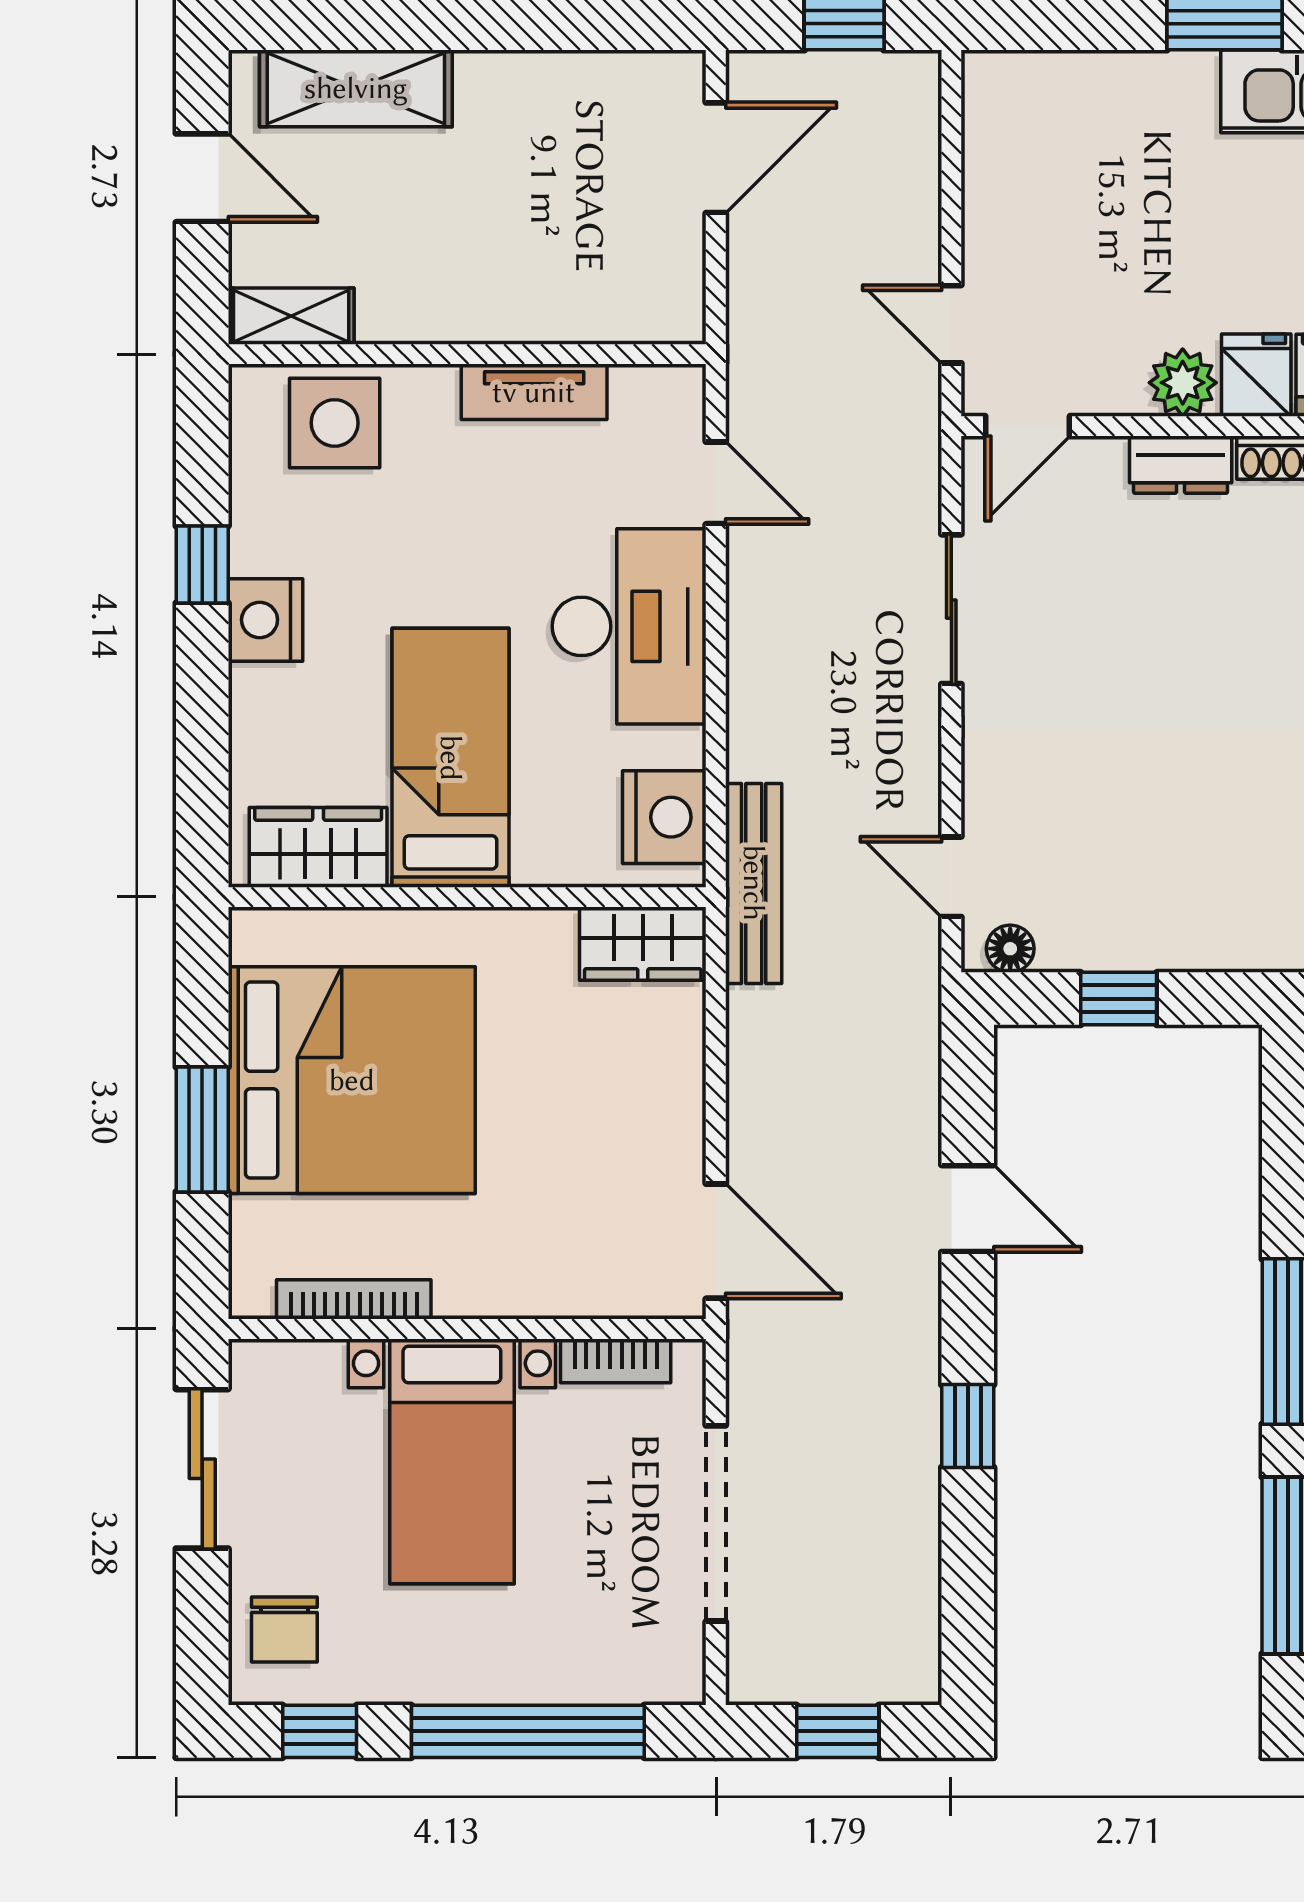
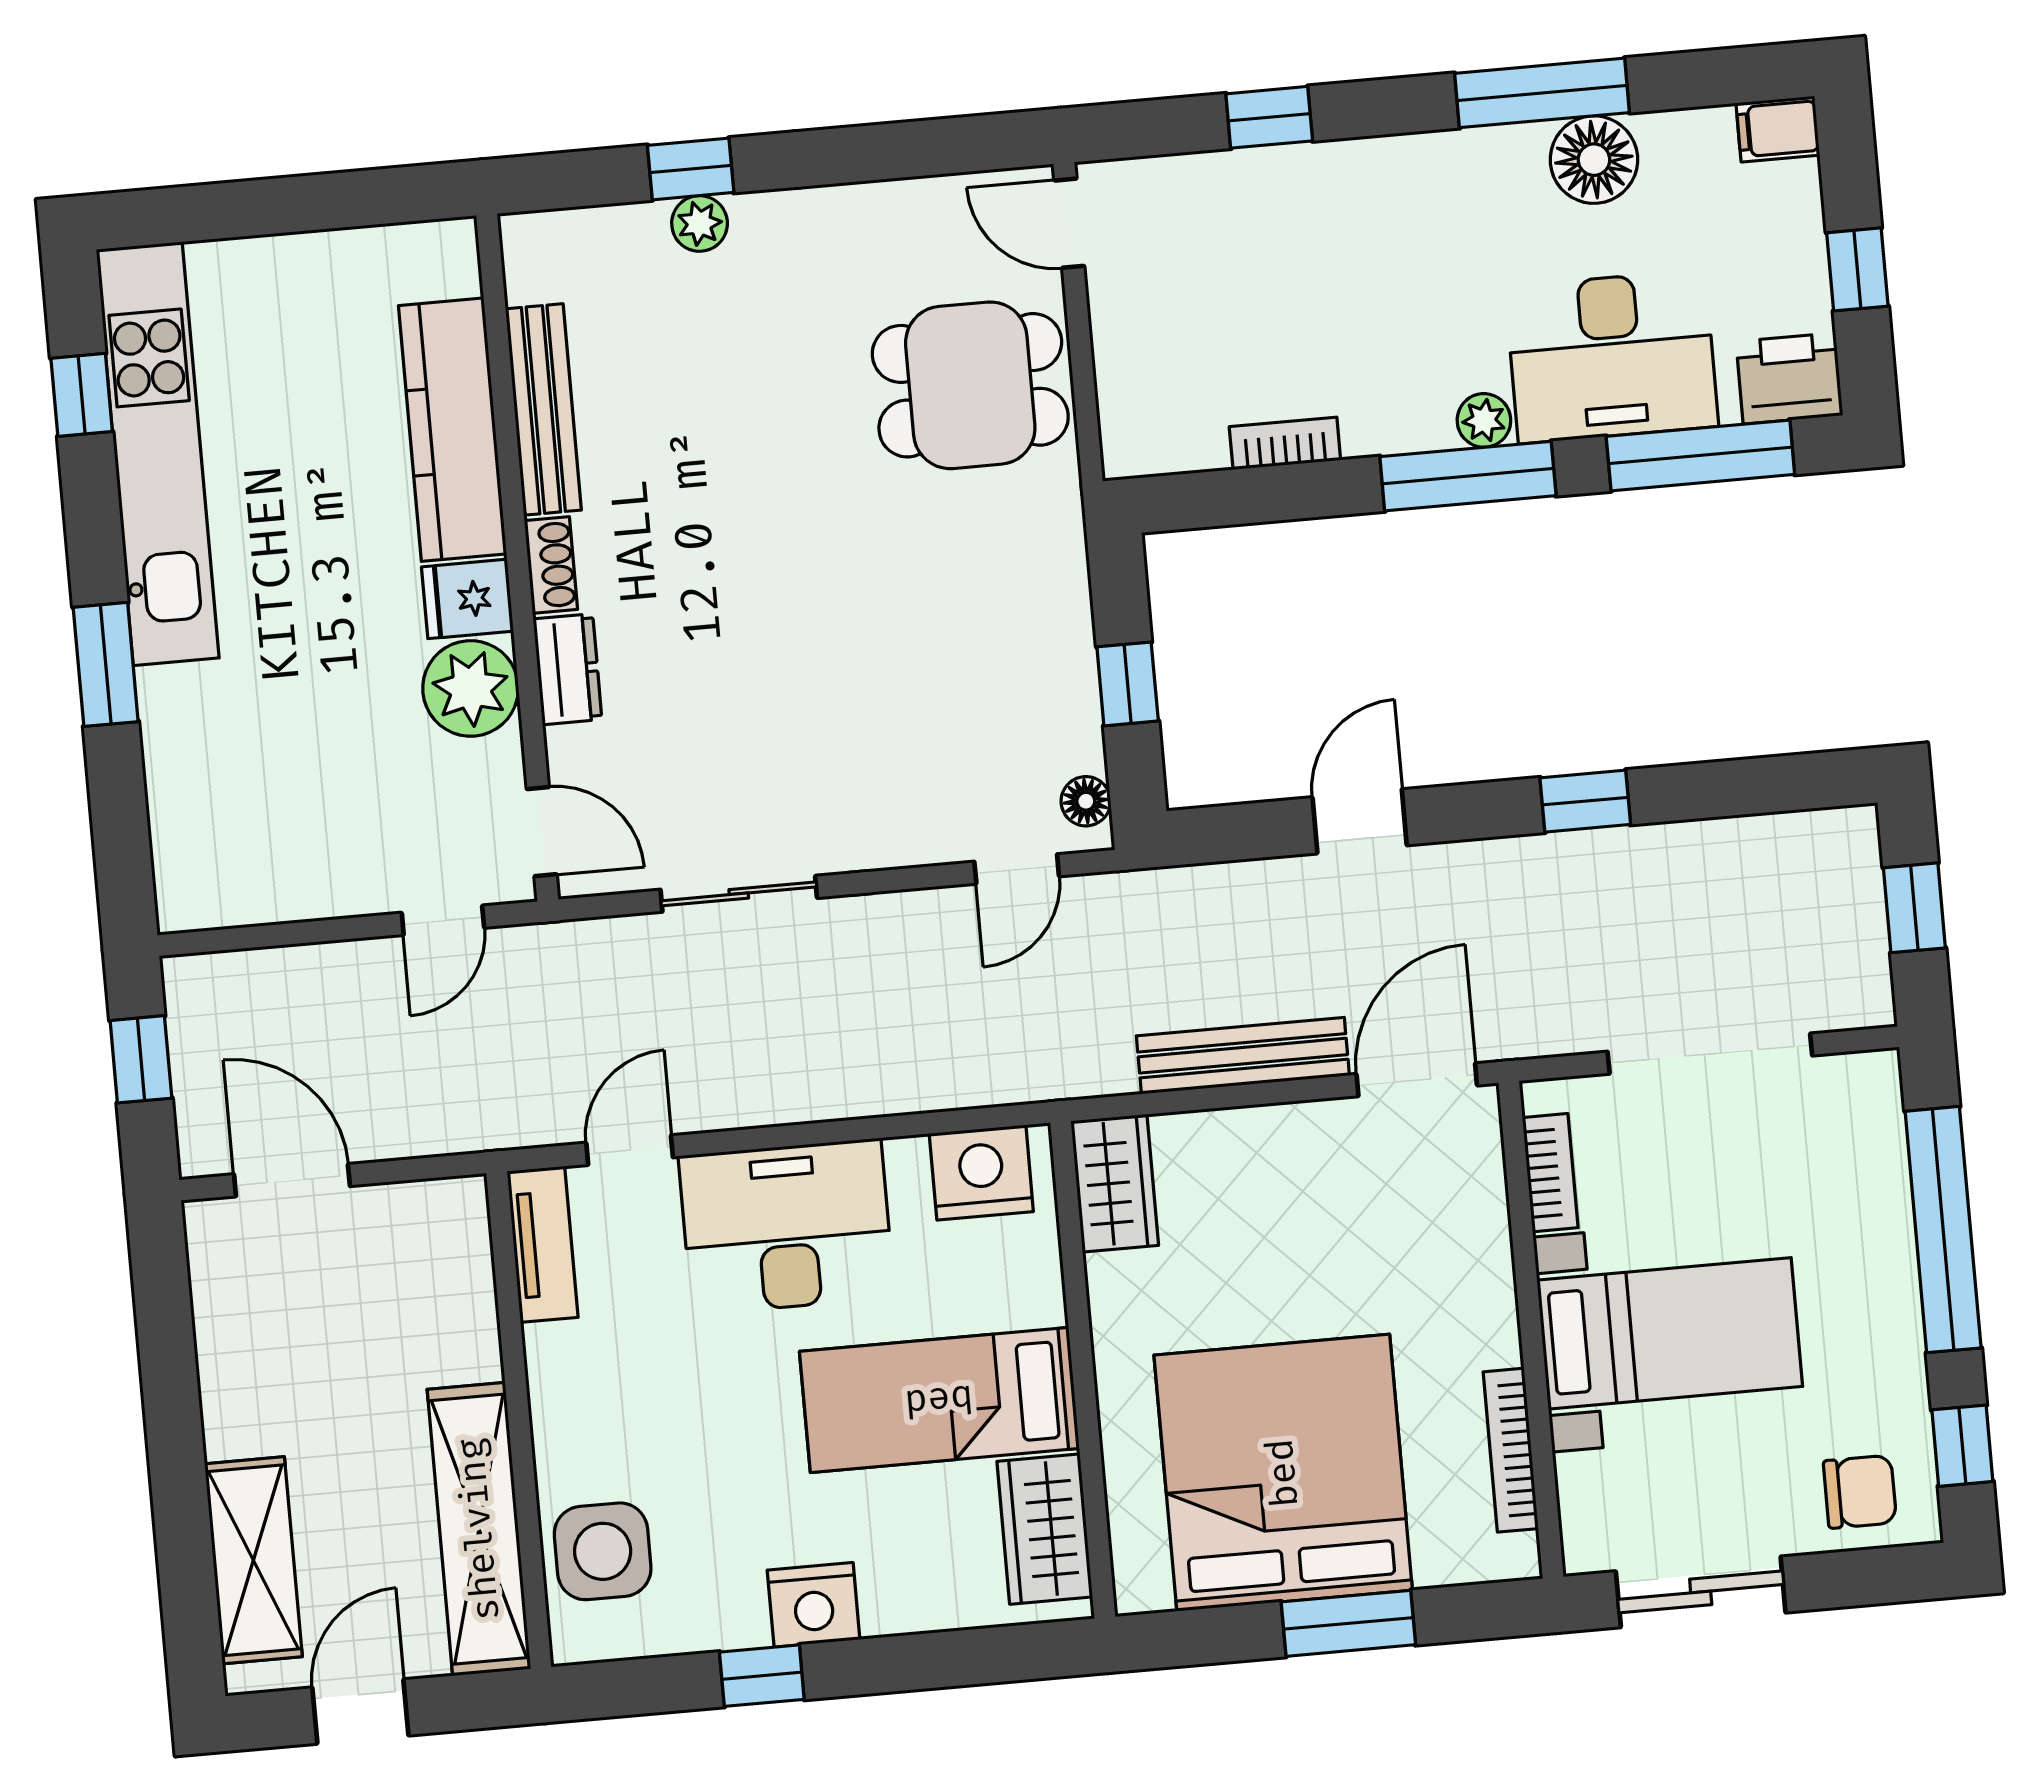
shelving: (291, 316) -> (479, 1529), width x2.20, depth x1.33
plant: (1183, 383) -> (471, 688), width x1.36, depth x1.36
tv unit: (534, 392) -> (543, 1244), moved
bench: (754, 883) -> (1243, 1056), moved

